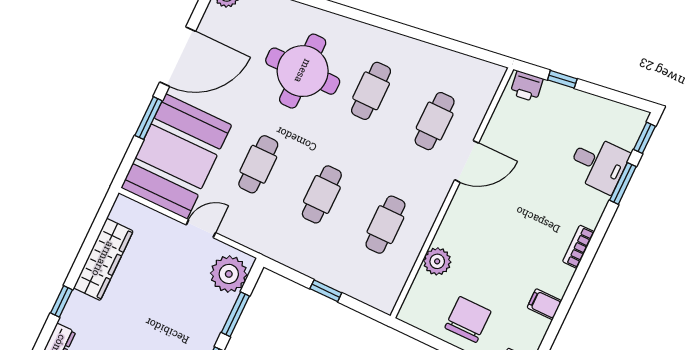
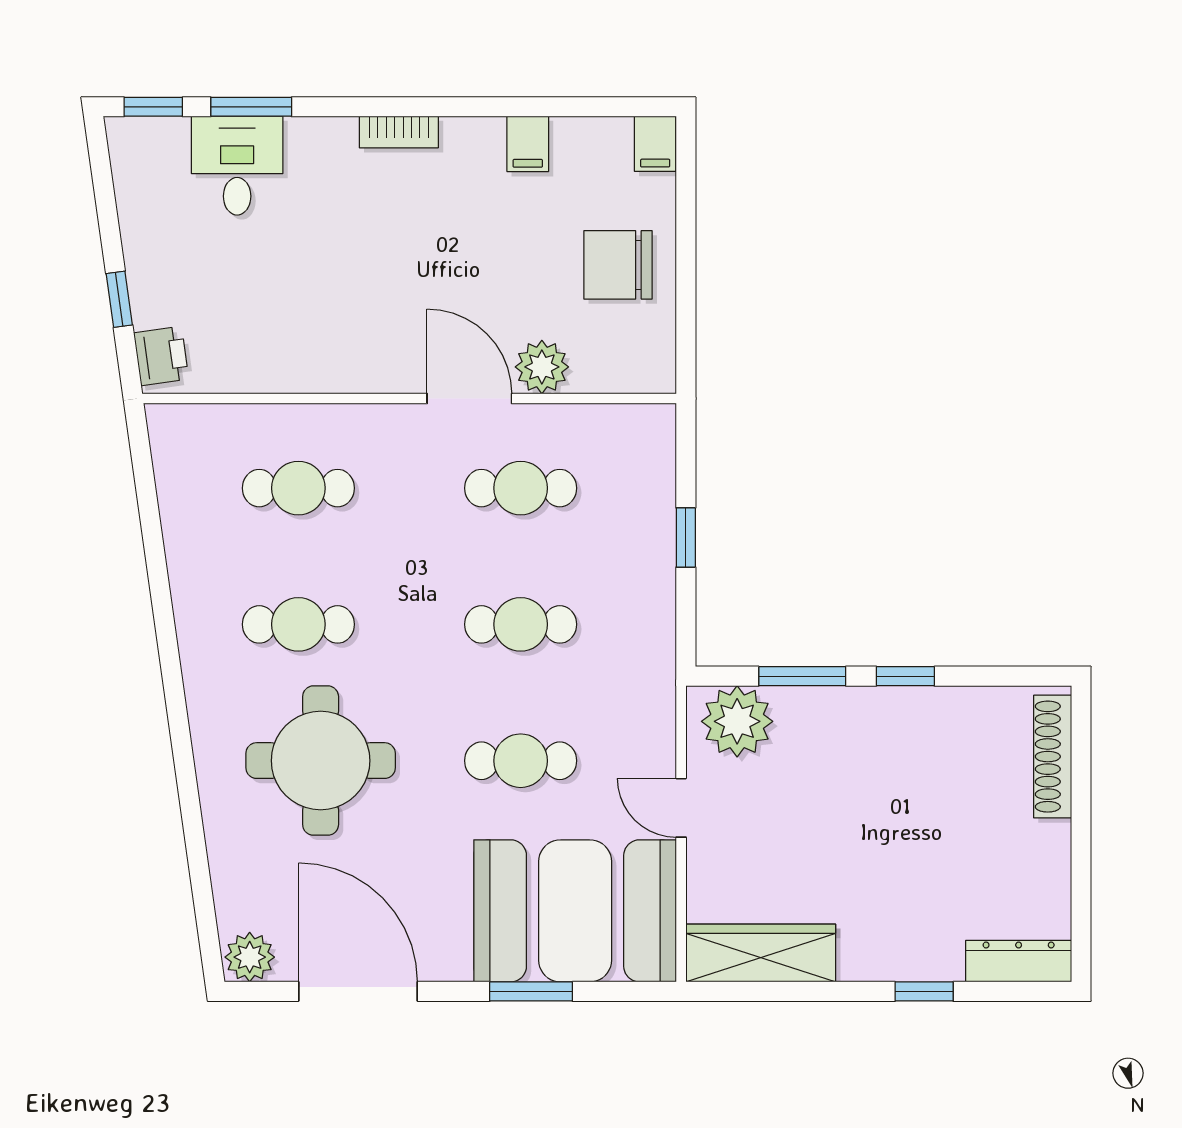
door: (178, 57) -> (358, 991), moved
door: (467, 161) -> (469, 399), moved
wardrobe: (103, 259) -> (761, 953), moved

